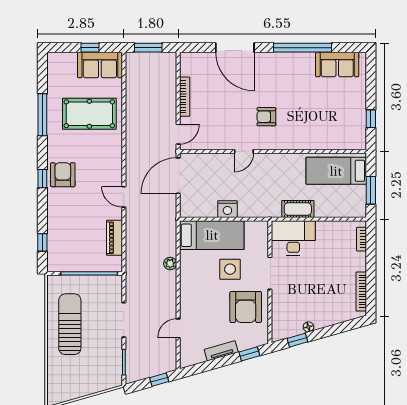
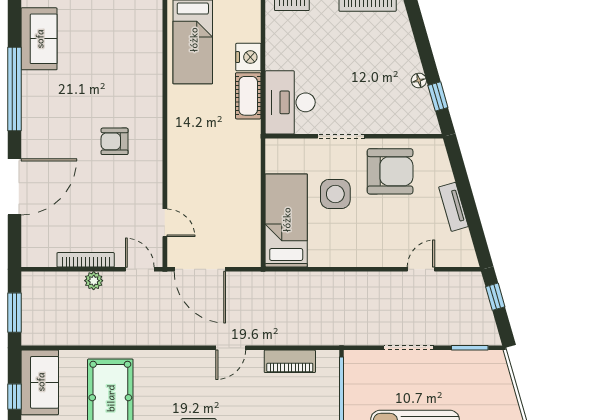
armchair: (266, 117) -> (115, 141), turned 90
door: (244, 151) -> (165, 223), moved
nightstand: (227, 209) -> (248, 57), moved
plant: (170, 263) -> (94, 281), moved
door: (178, 328) -> (421, 269), swing flipped
window: (249, 354) -> (458, 166), removed

